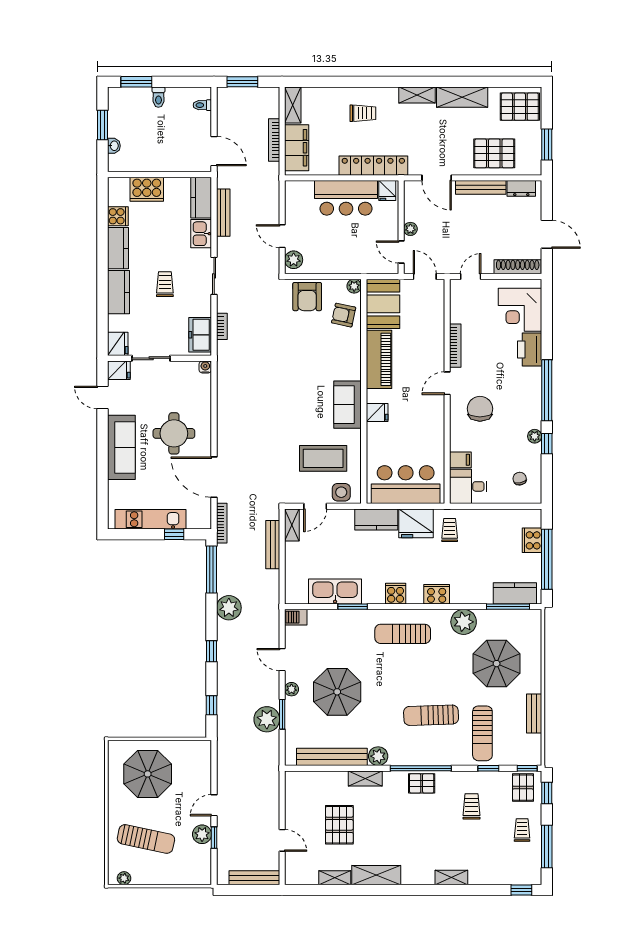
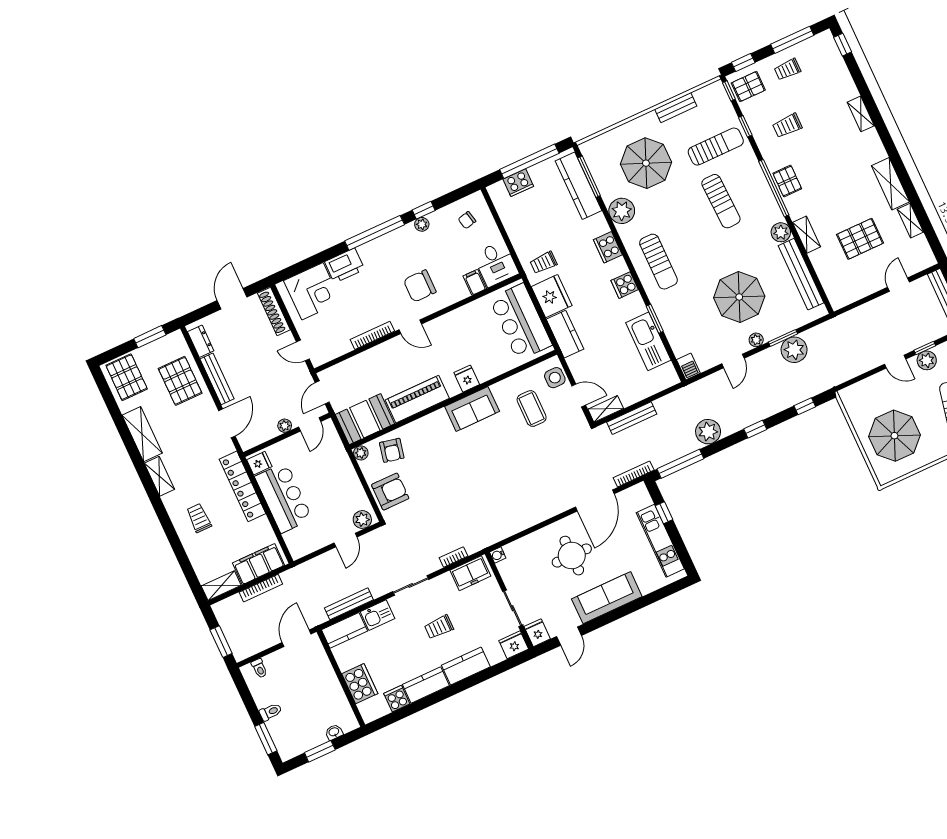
coffee table: (323, 458) -> (532, 409), width x0.73, depth x0.76
kitchen counter: (515, 593) -> (579, 186), width x1.50

